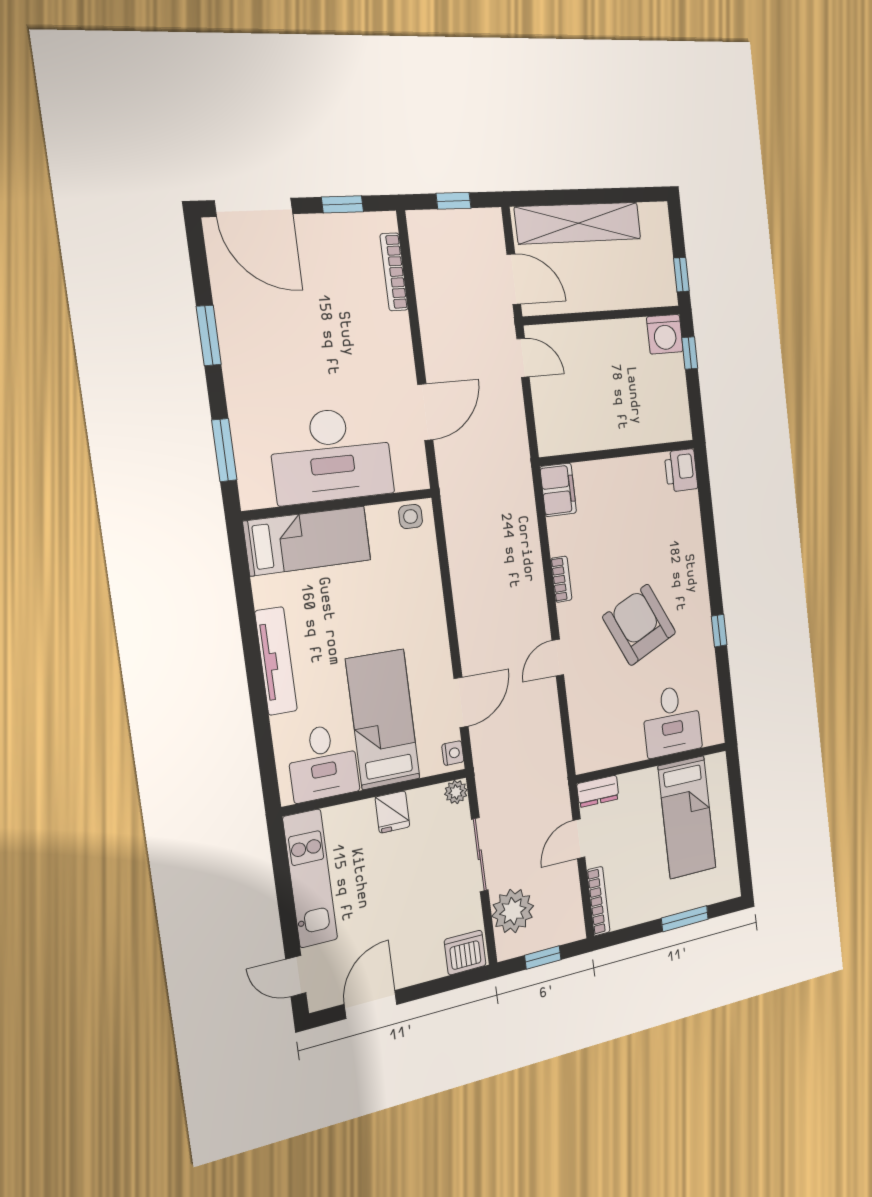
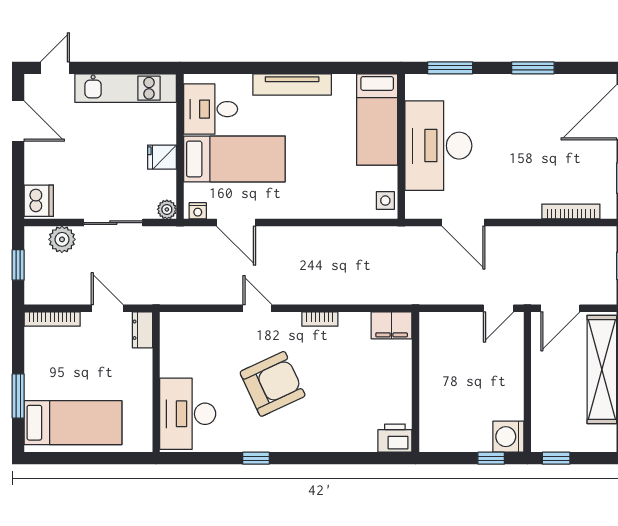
desk: (672, 721) -> (188, 414), width x1.37
bed: (687, 817) -> (73, 423), moved, turned 180
plant: (513, 911) -> (62, 239), width x0.73, depth x0.73

